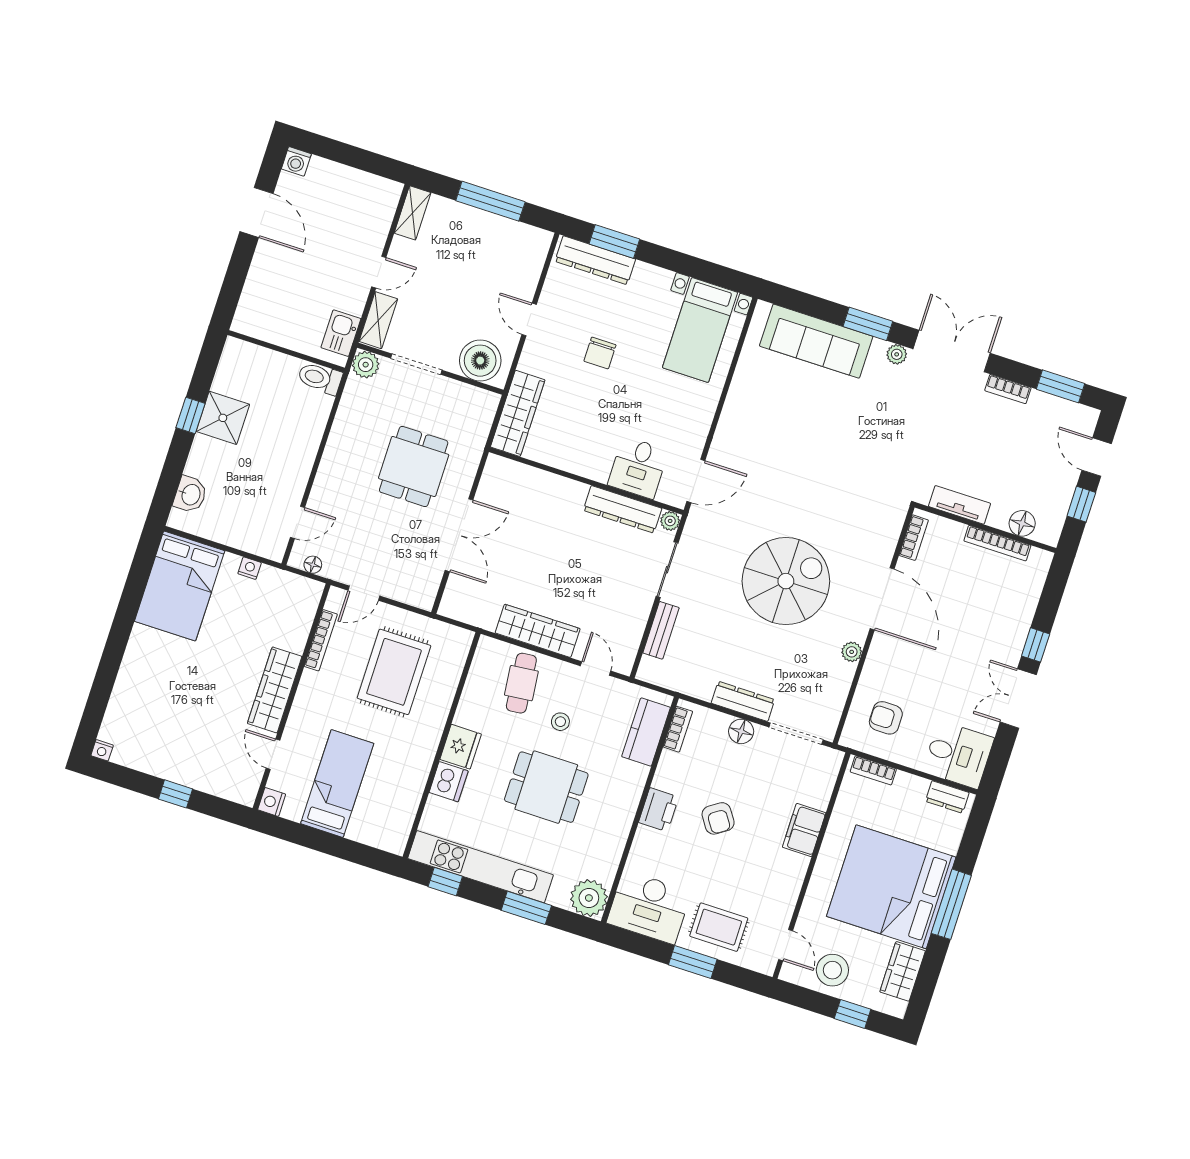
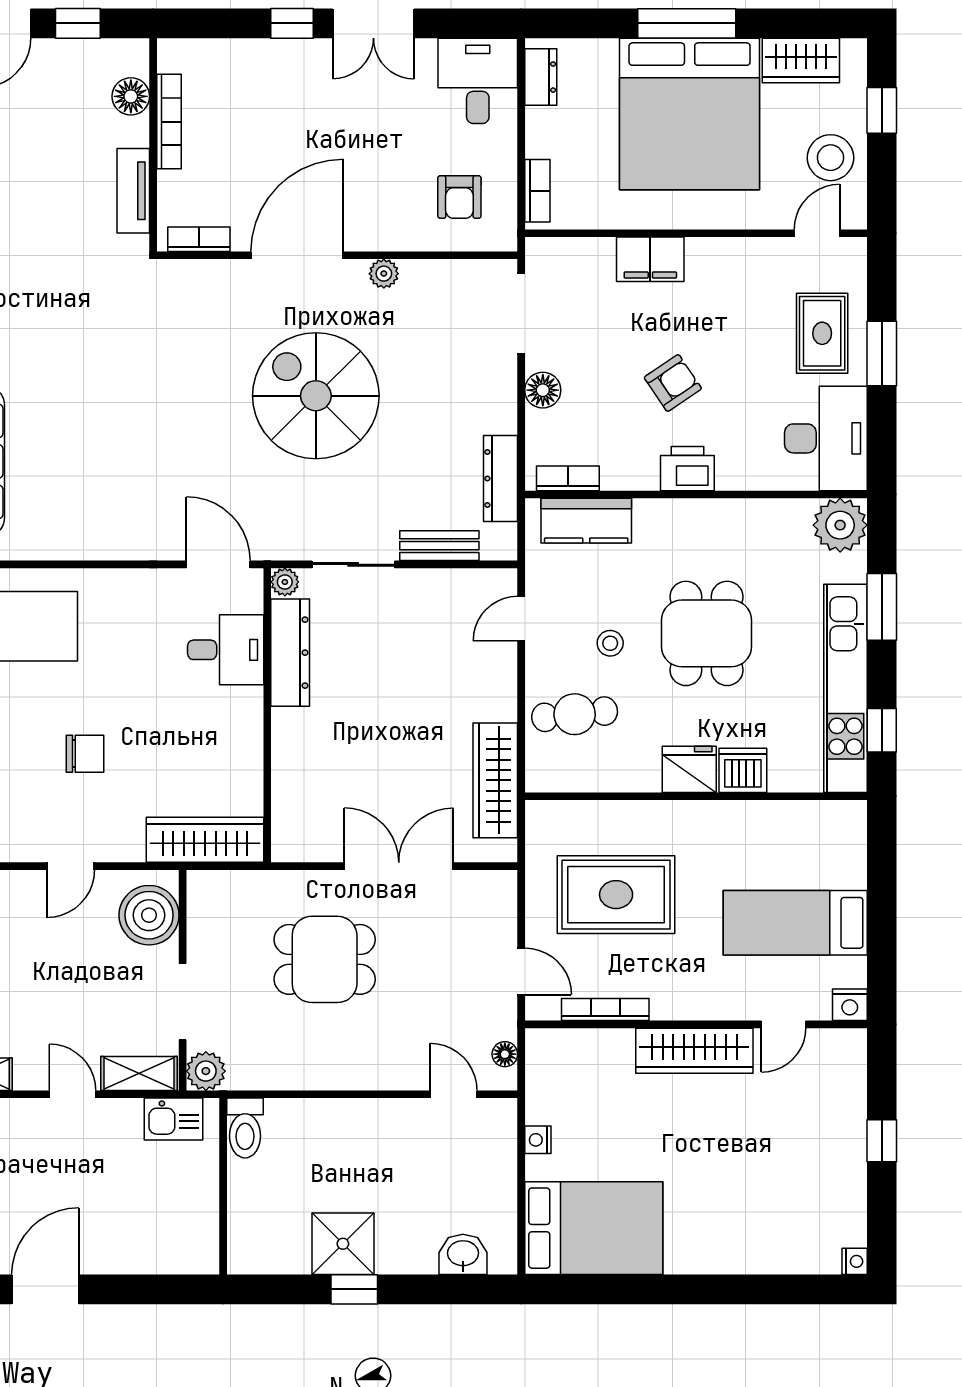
wardrobe: (538, 631) -> (495, 780), moved
dresser: (743, 701) -> (501, 478), moved

